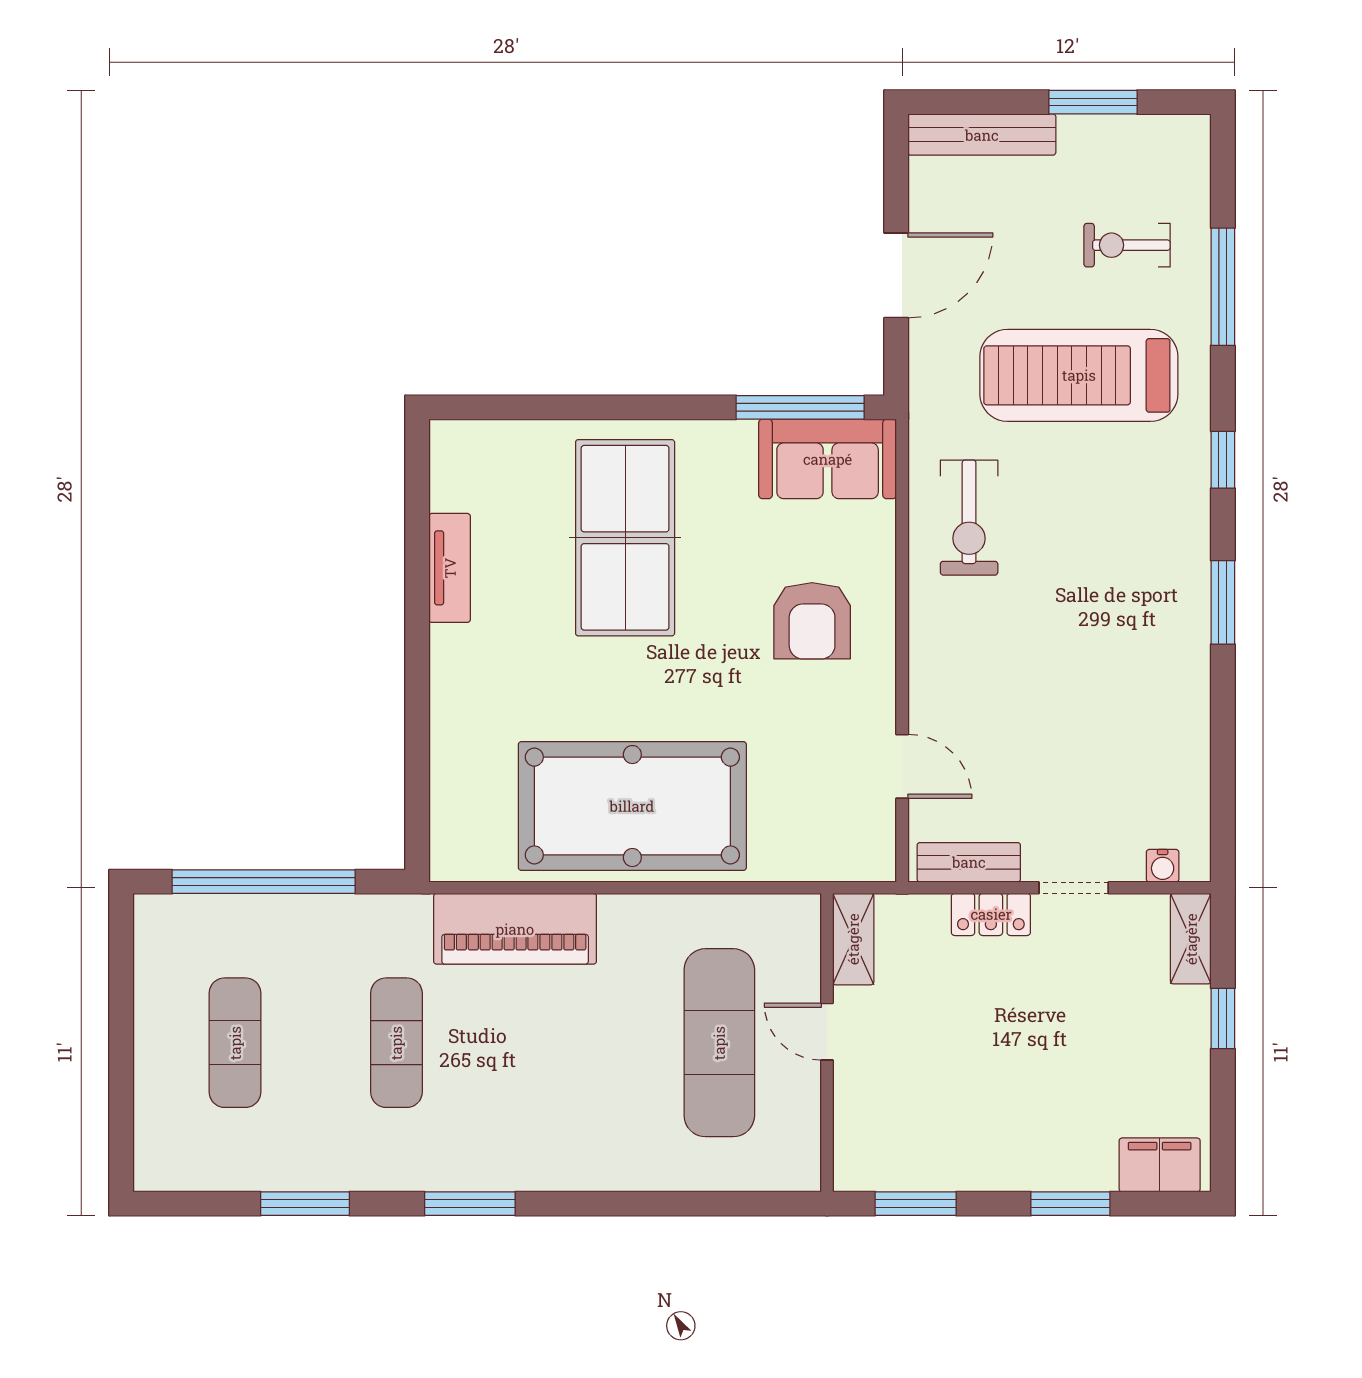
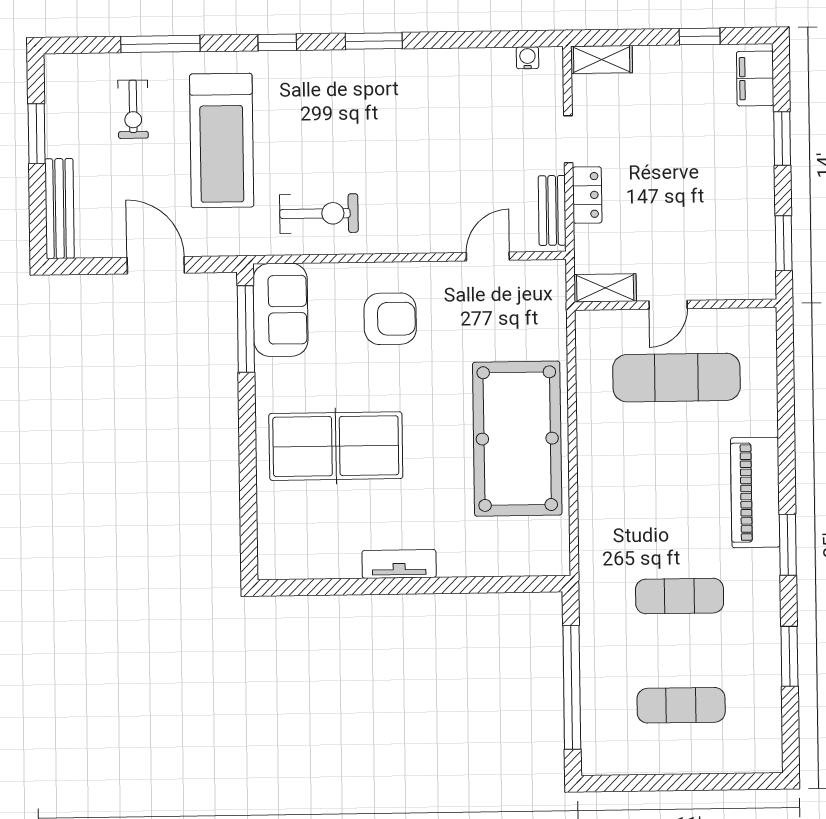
tv unit: (450, 568) -> (399, 564), moved
water cooler: (1163, 866) -> (527, 58), moved, turned -90
piano: (515, 929) -> (755, 492), moved, turned 180
window: (1223, 1018) -> (700, 36), moved

